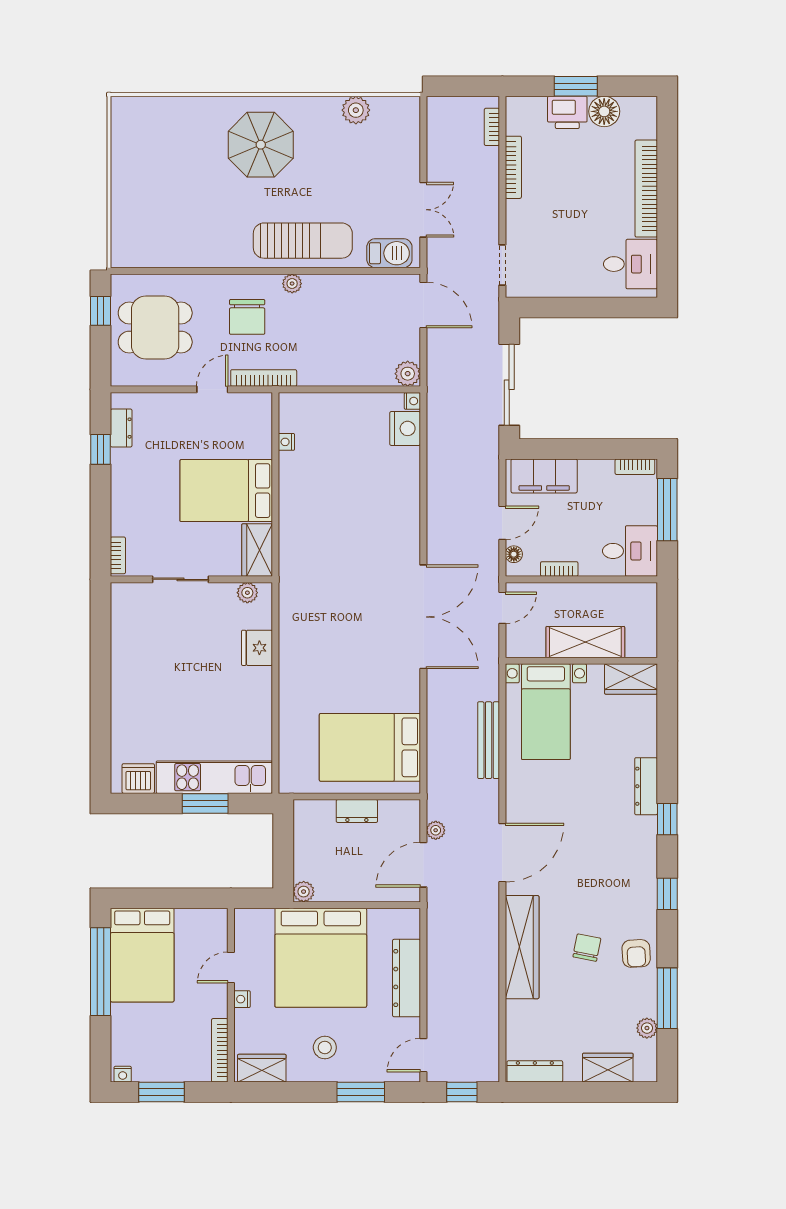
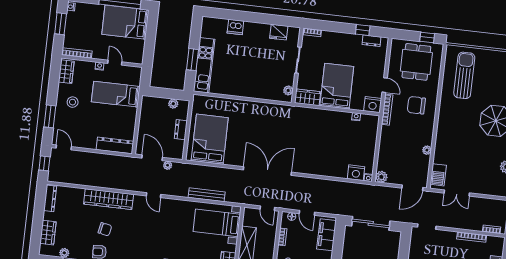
sun lounger: (303, 241) -> (464, 75), moved, turned 180
plant: (292, 284) -> (427, 150), moved
nightstand: (257, 410) -> (373, 105), added
double door: (423, 617) -> (267, 171), swing flipped
fridge: (257, 648) -> (279, 32), moved, turned 180
dishwasher: (138, 779) -> (235, 27), moved, turned 90
door: (502, 853) -> (154, 195), width x0.53
plant: (304, 892) -> (173, 104), moved
bed: (321, 958) -> (116, 94), width x0.49
dresser: (407, 978) -> (115, 145), moved

